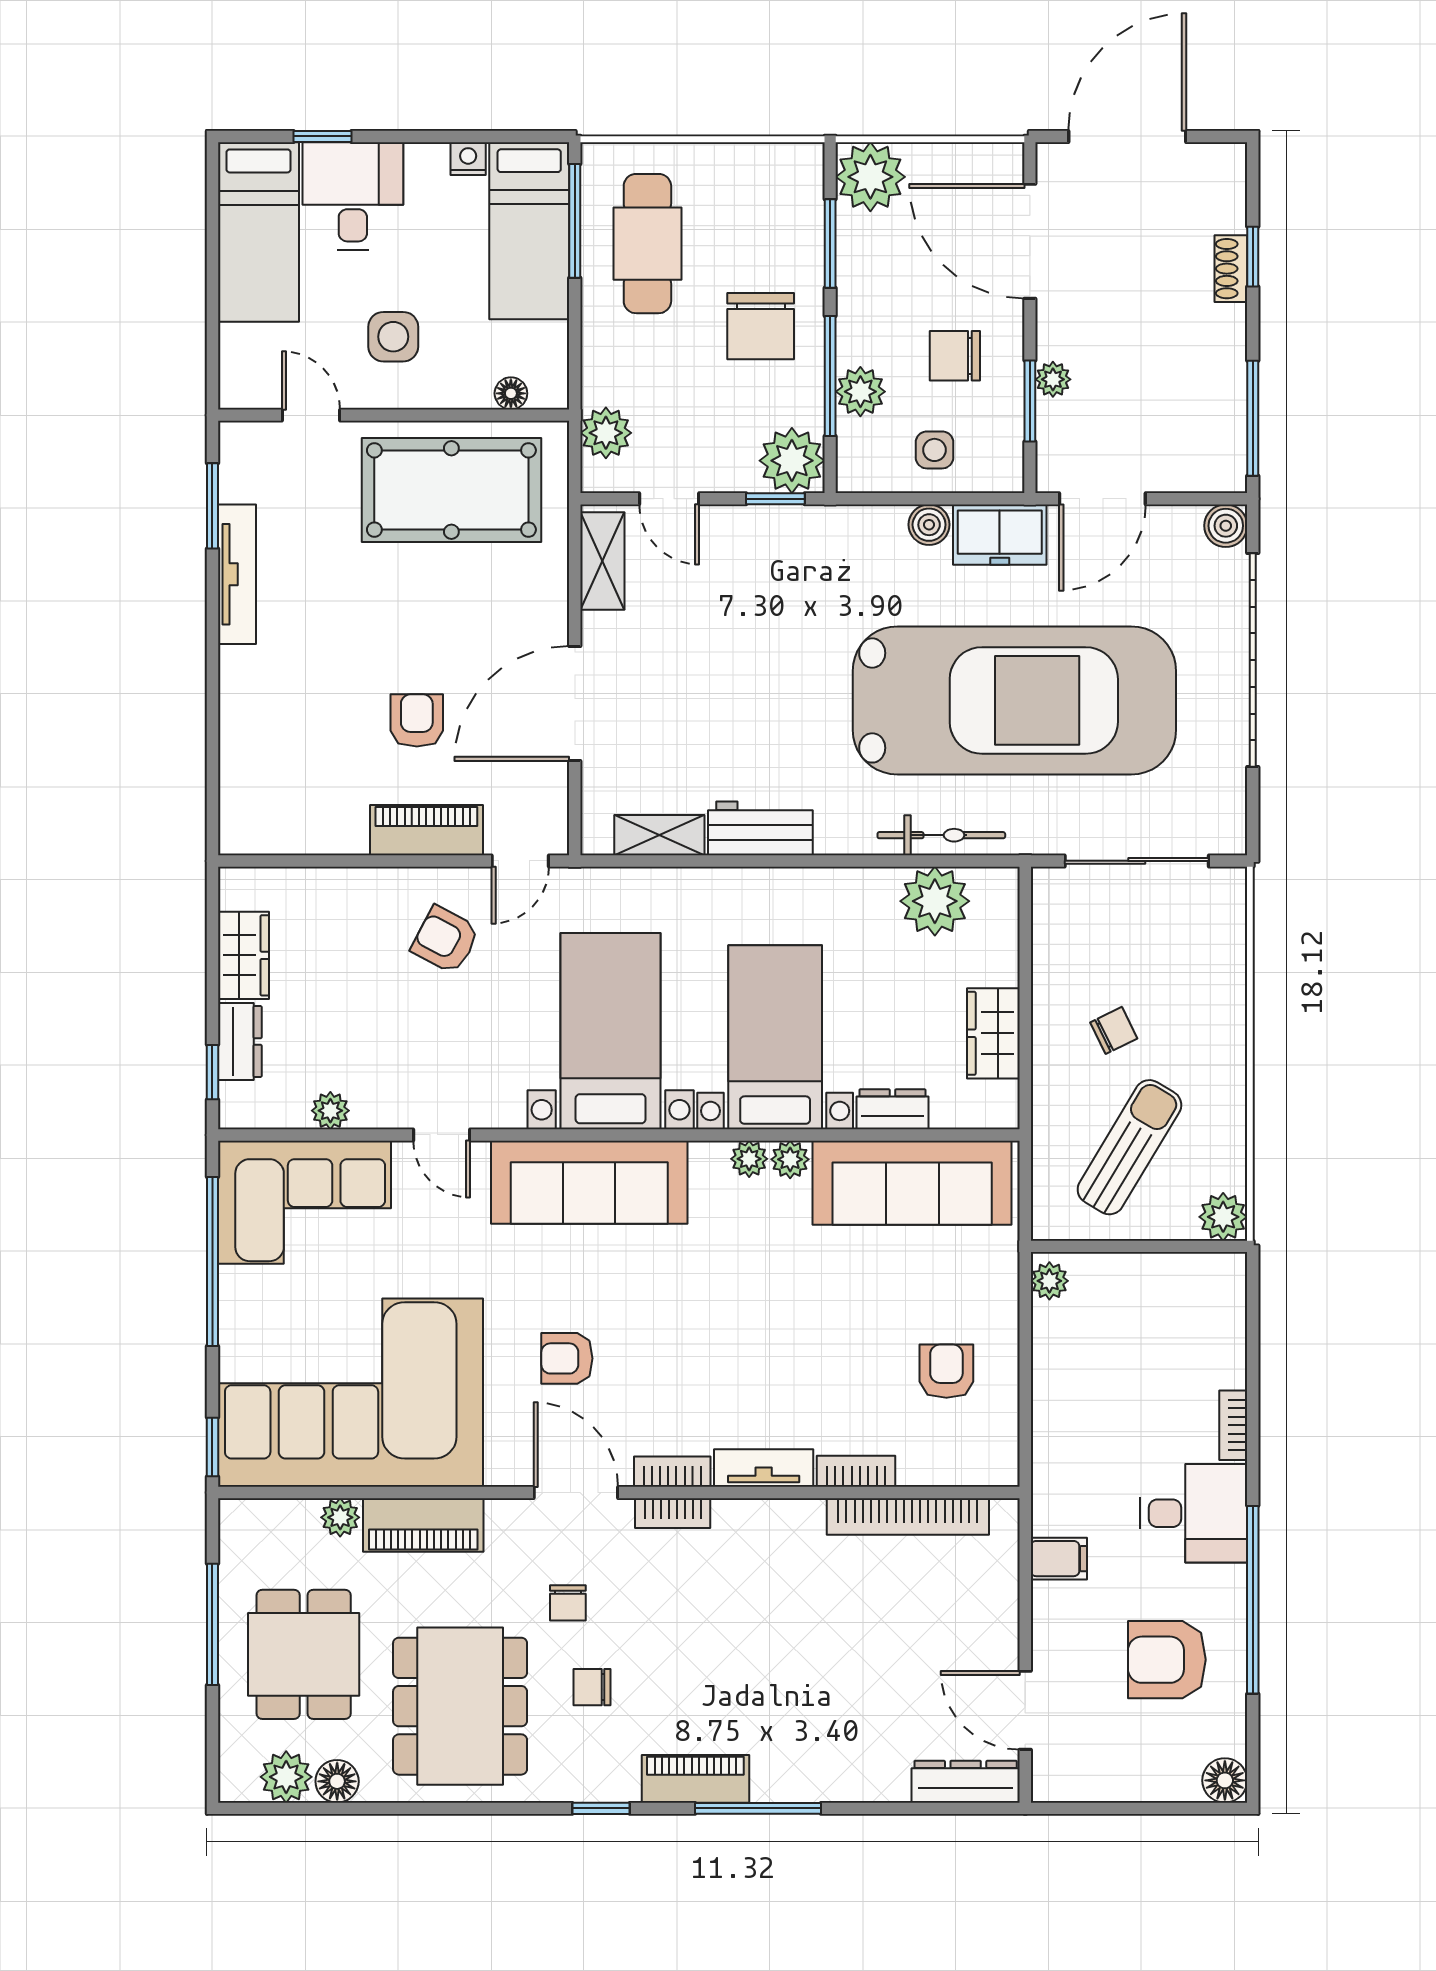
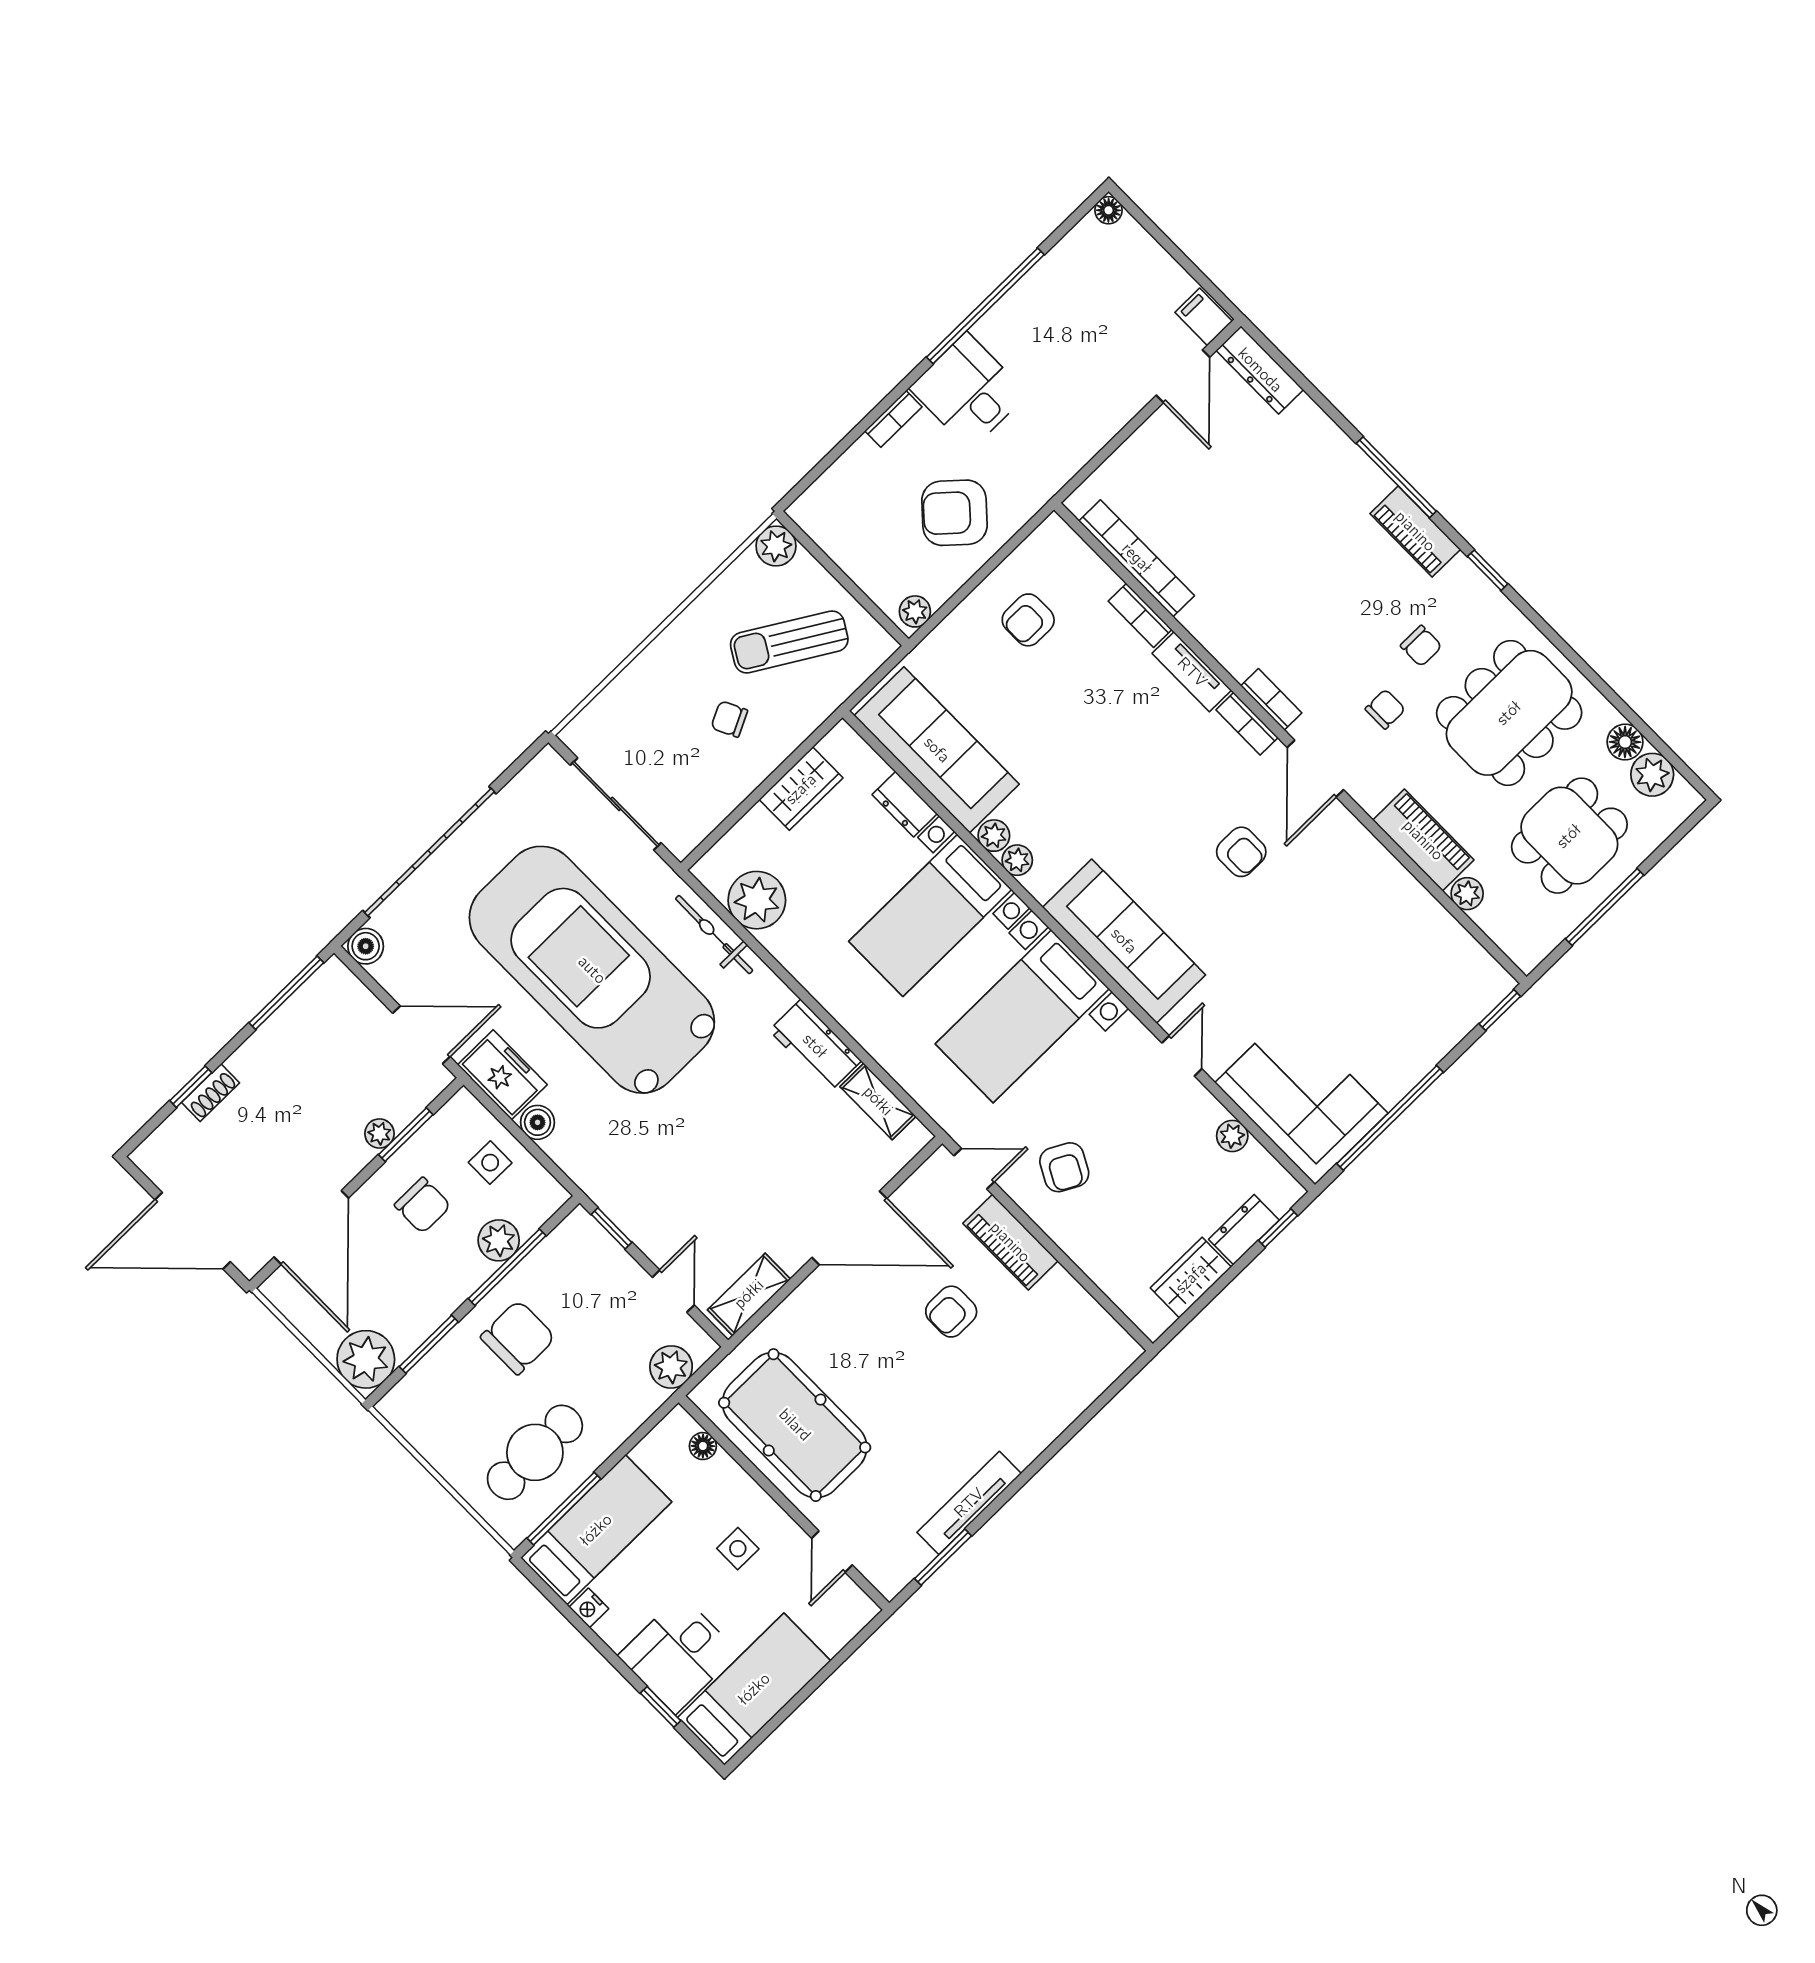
side table: (393, 337) -> (738, 1549), width x0.73, depth x0.73
plant: (792, 461) -> (579, 1241), removed
corner sofa: (351, 1393) -> (1387, 960), removed
filing cabinet: (1059, 1559) -> (1204, 317), moved
armchair: (1167, 1660) -> (955, 513), moved, turned 132
floor lamp: (1225, 1780) -> (1108, 210), width x0.73, depth x0.73

